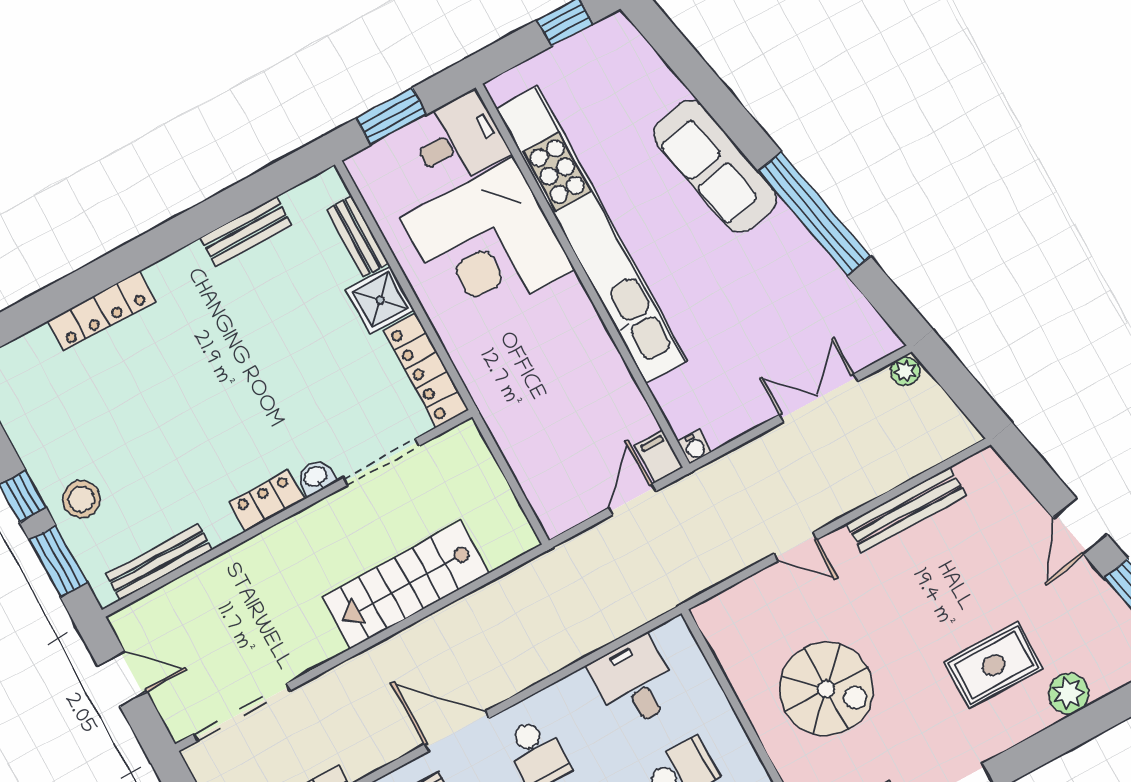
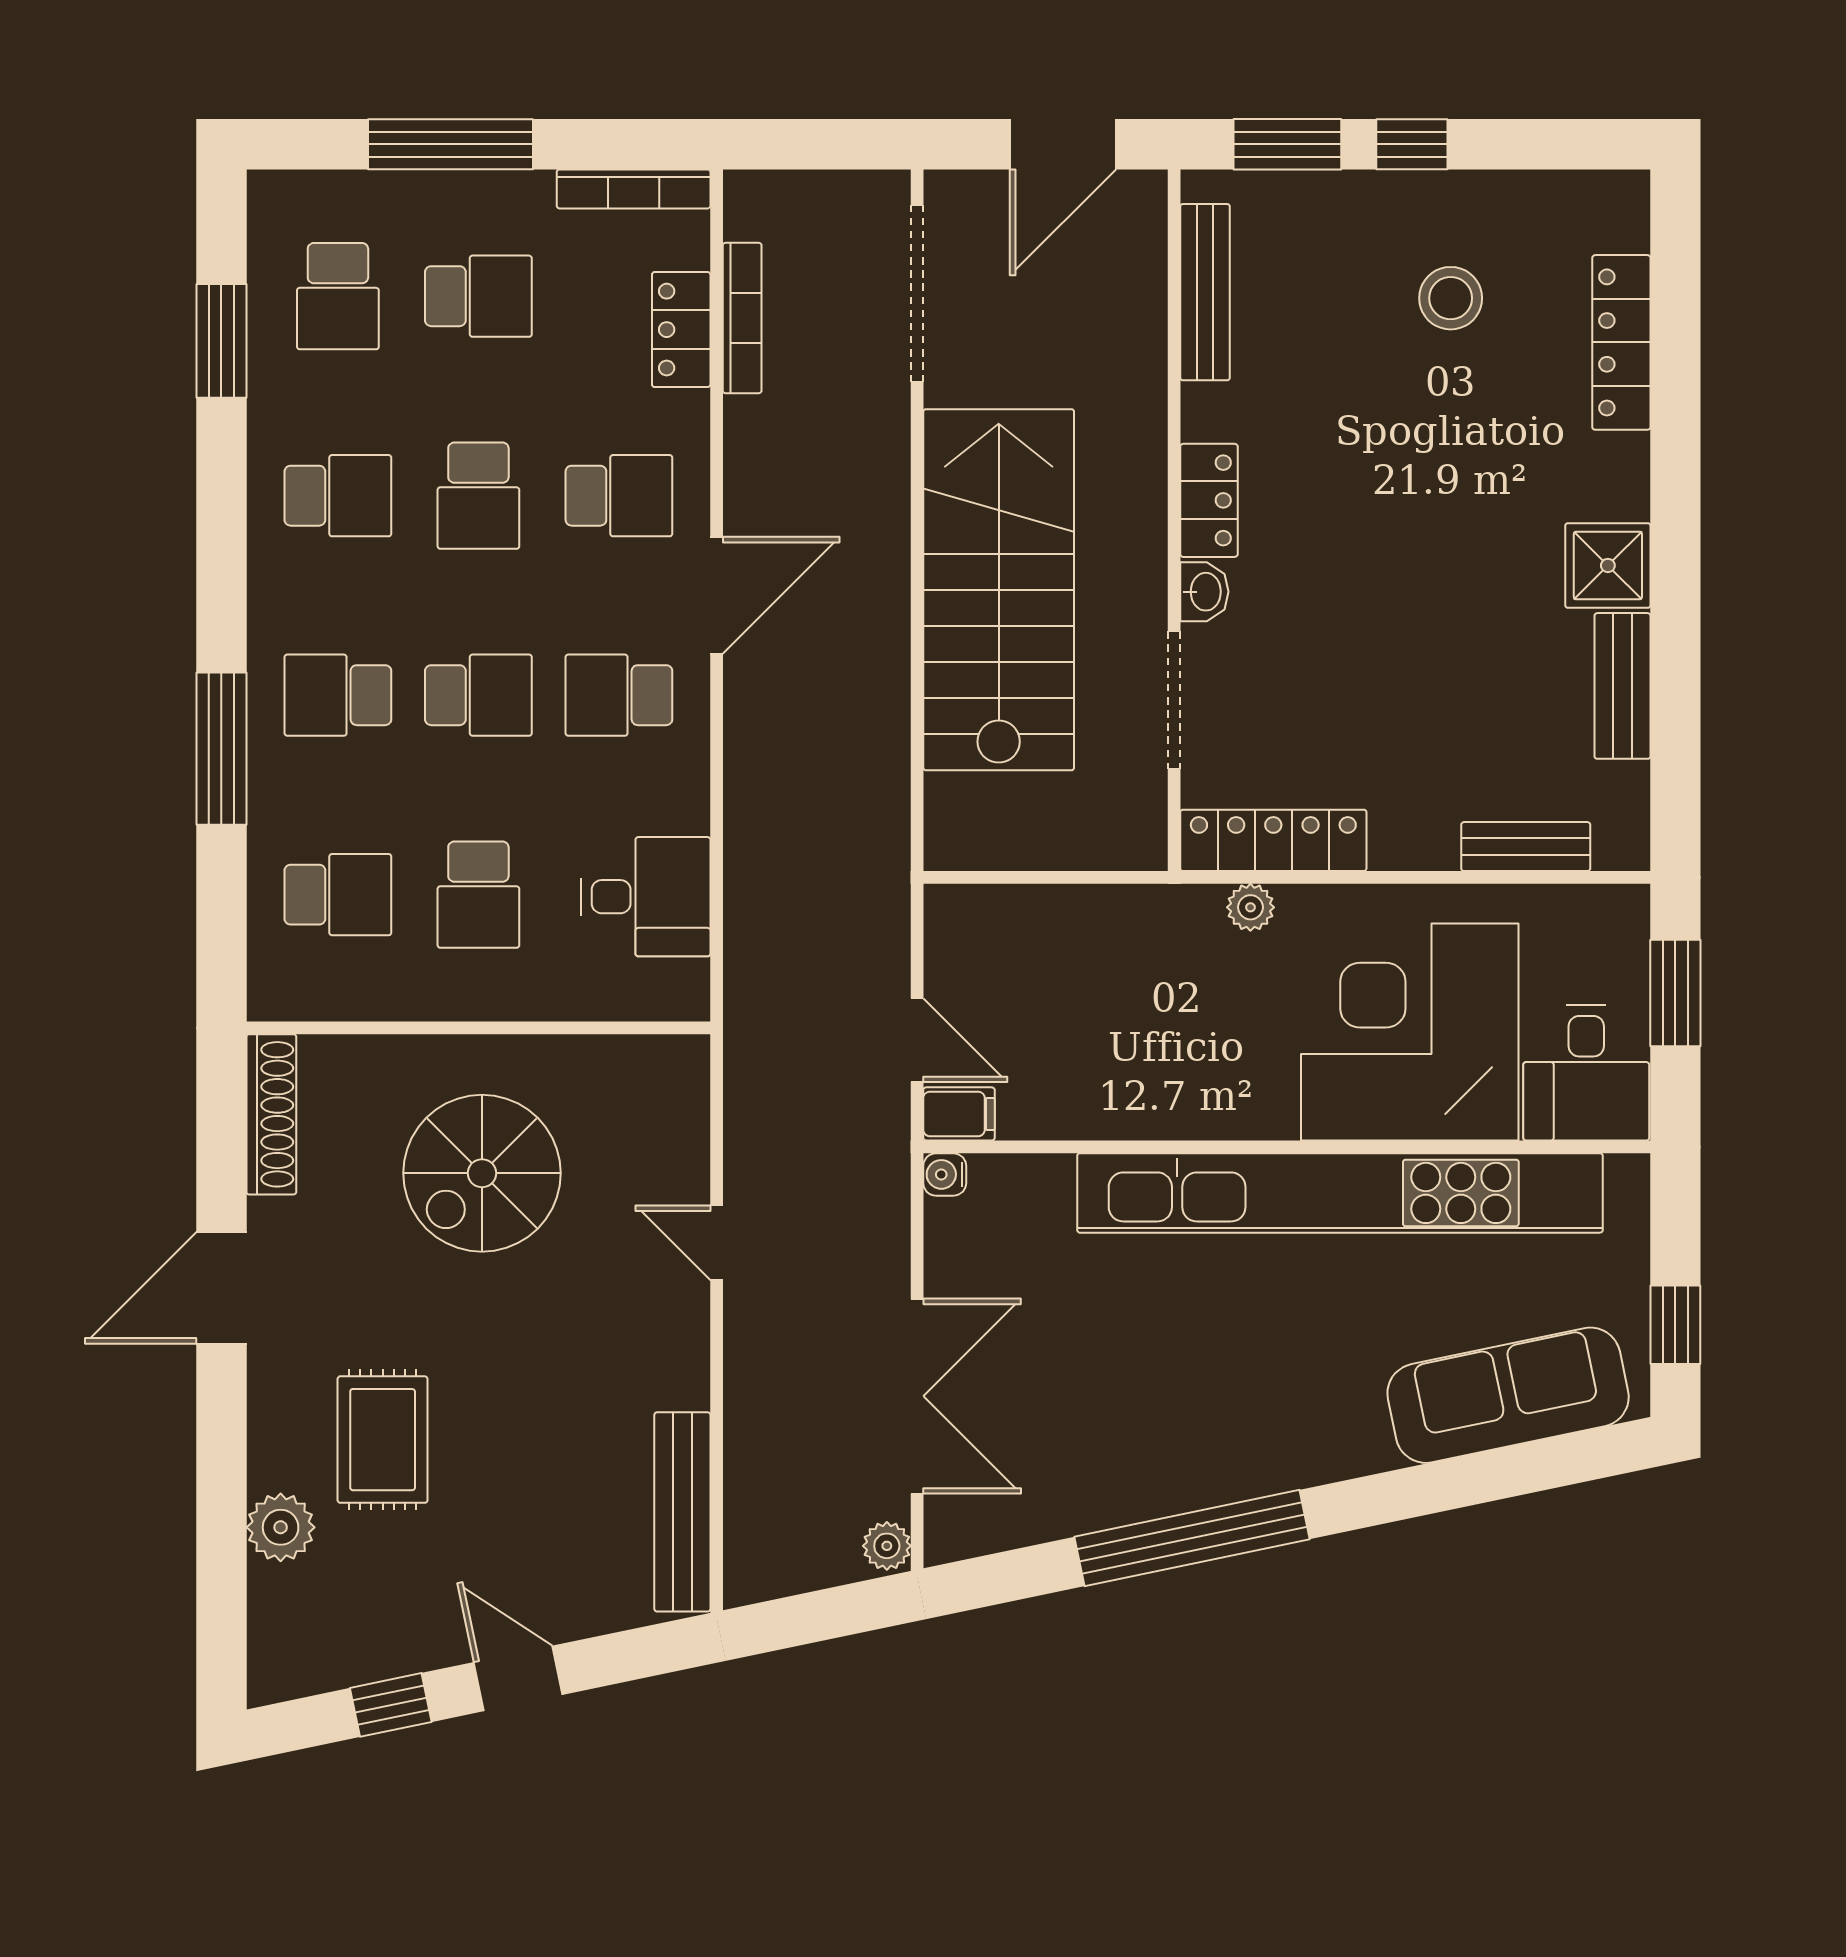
sofa: (715, 166) -> (1508, 1395), moved
shower: (380, 300) -> (1608, 565), moved
locker: (101, 311) -> (1621, 342), moved
plant: (468, 363) -> (1250, 907), added
double door: (819, 398) -> (917, 1396), width x1.37
stool: (81, 499) -> (1451, 298), moved
bench: (906, 510) -> (682, 1512), moved
door: (795, 547) -> (717, 1243), hinge flipped
stairs: (406, 585) -> (999, 590), width x1.36, depth x1.51
door: (122, 679) -> (1063, 144), width x1.38

